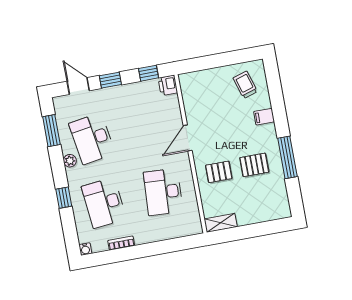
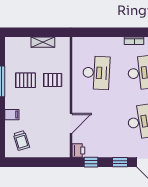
door: (188, 138) -> (71, 123), moved
shelving: (221, 223) -> (43, 42), moved

